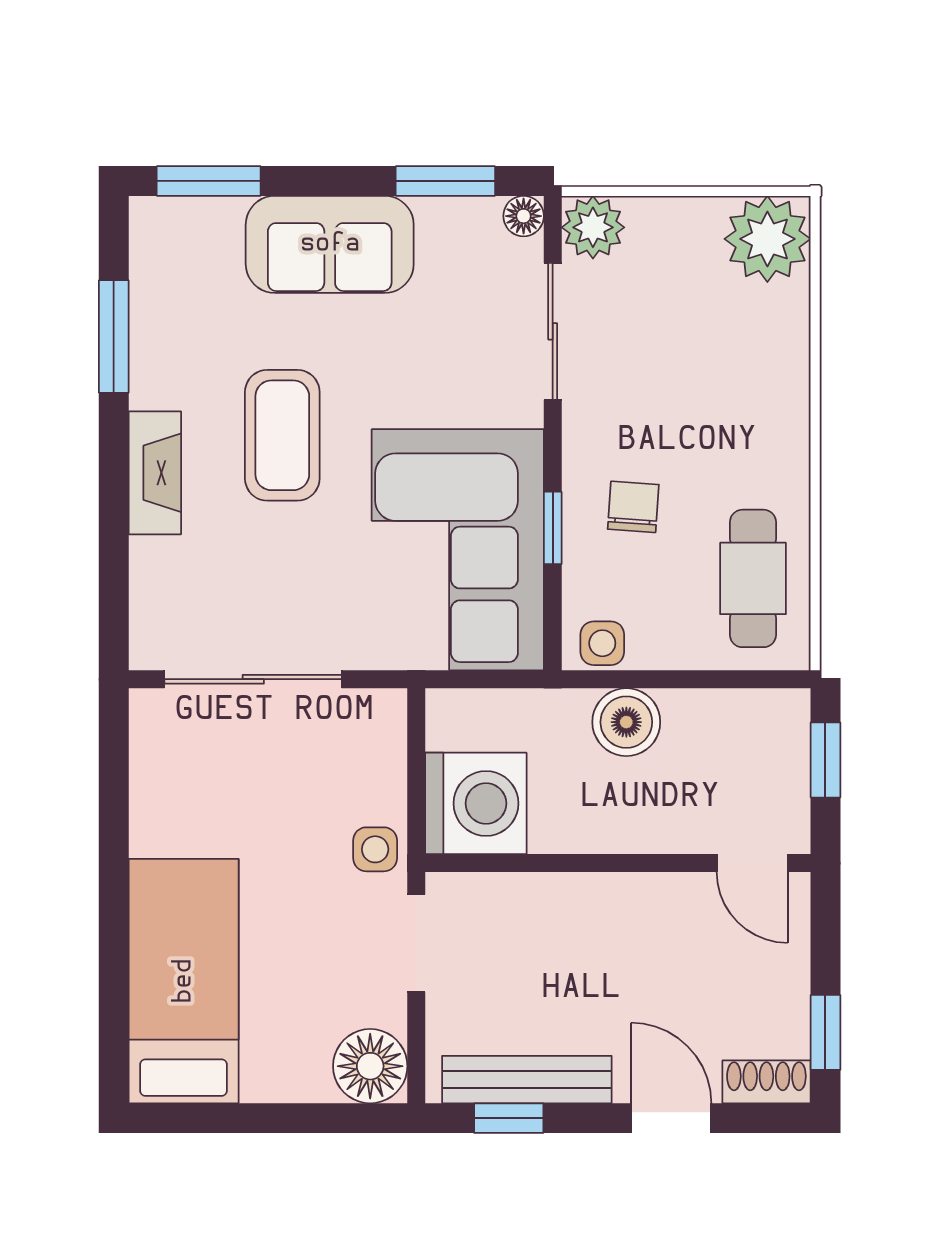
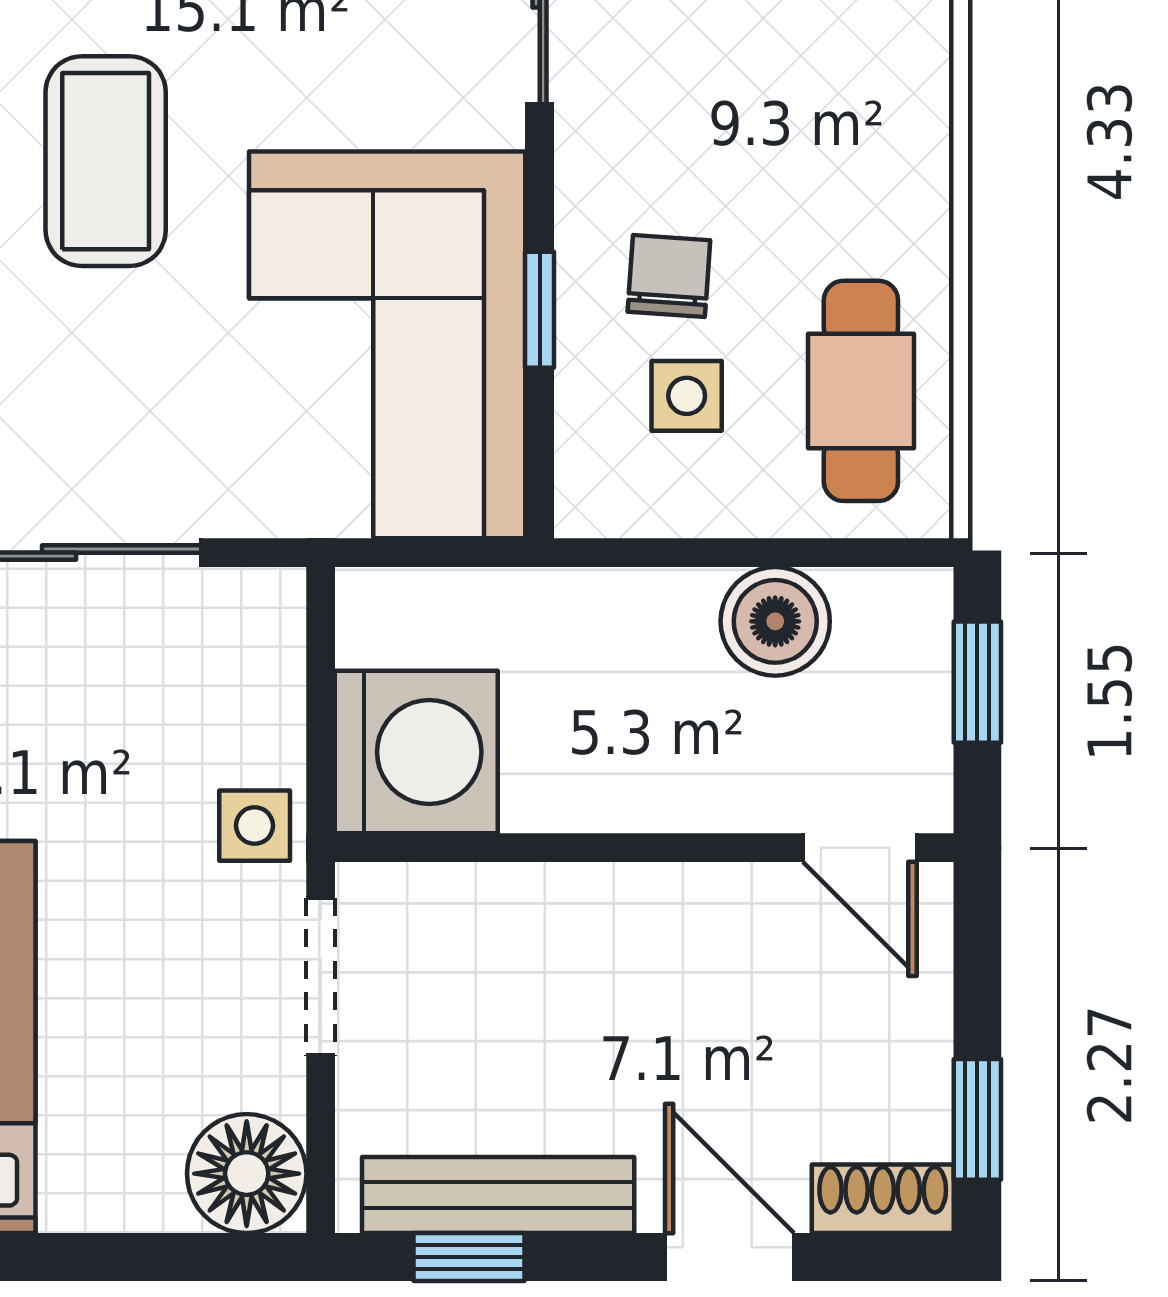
side table: (602, 643) -> (687, 396), moved
boiler: (626, 722) -> (775, 621), moved

